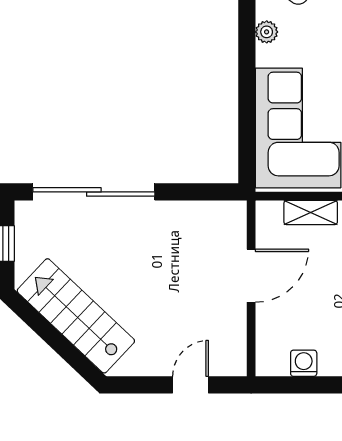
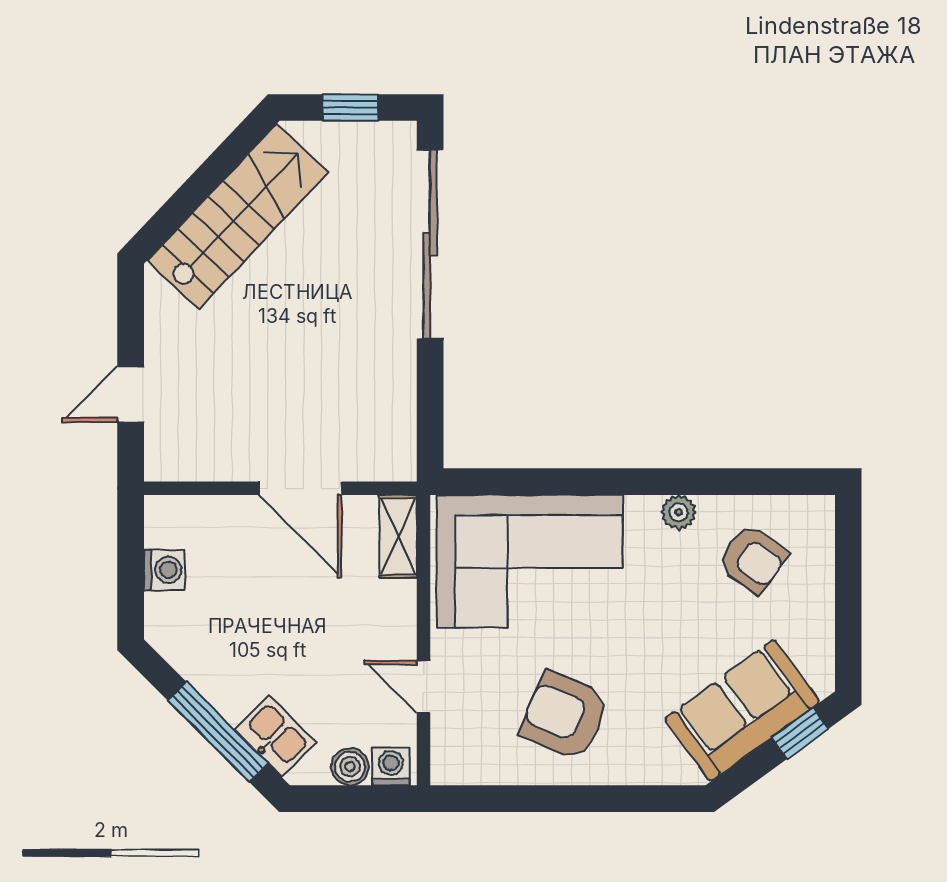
shelving: (311, 213) -> (398, 536), moved
door: (191, 385) -> (131, 394), swing flipped

